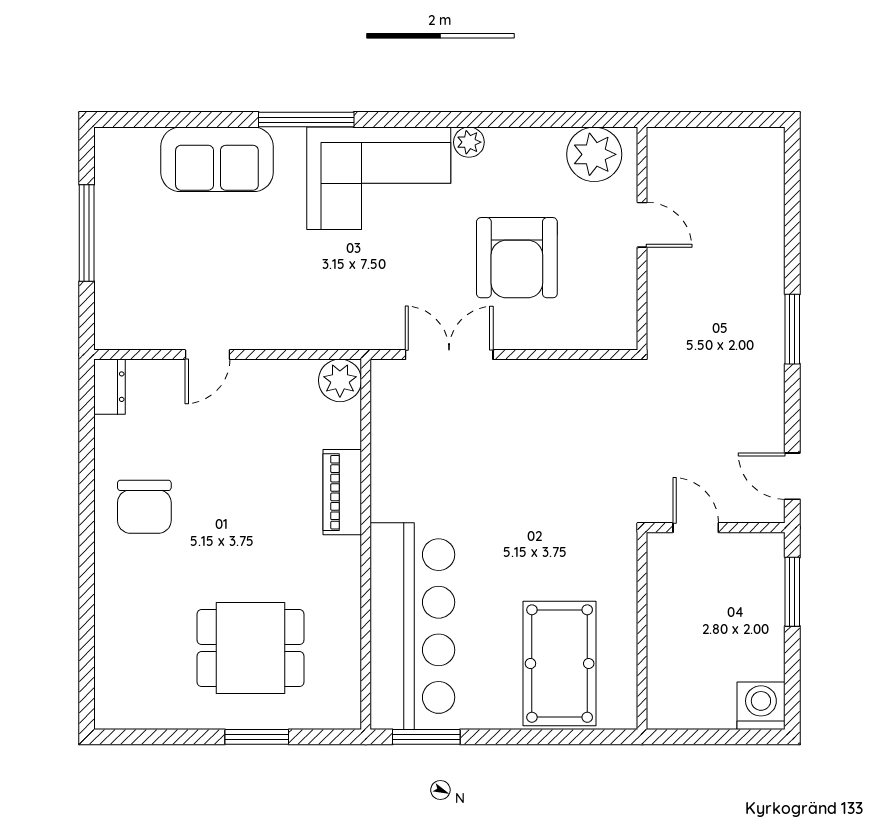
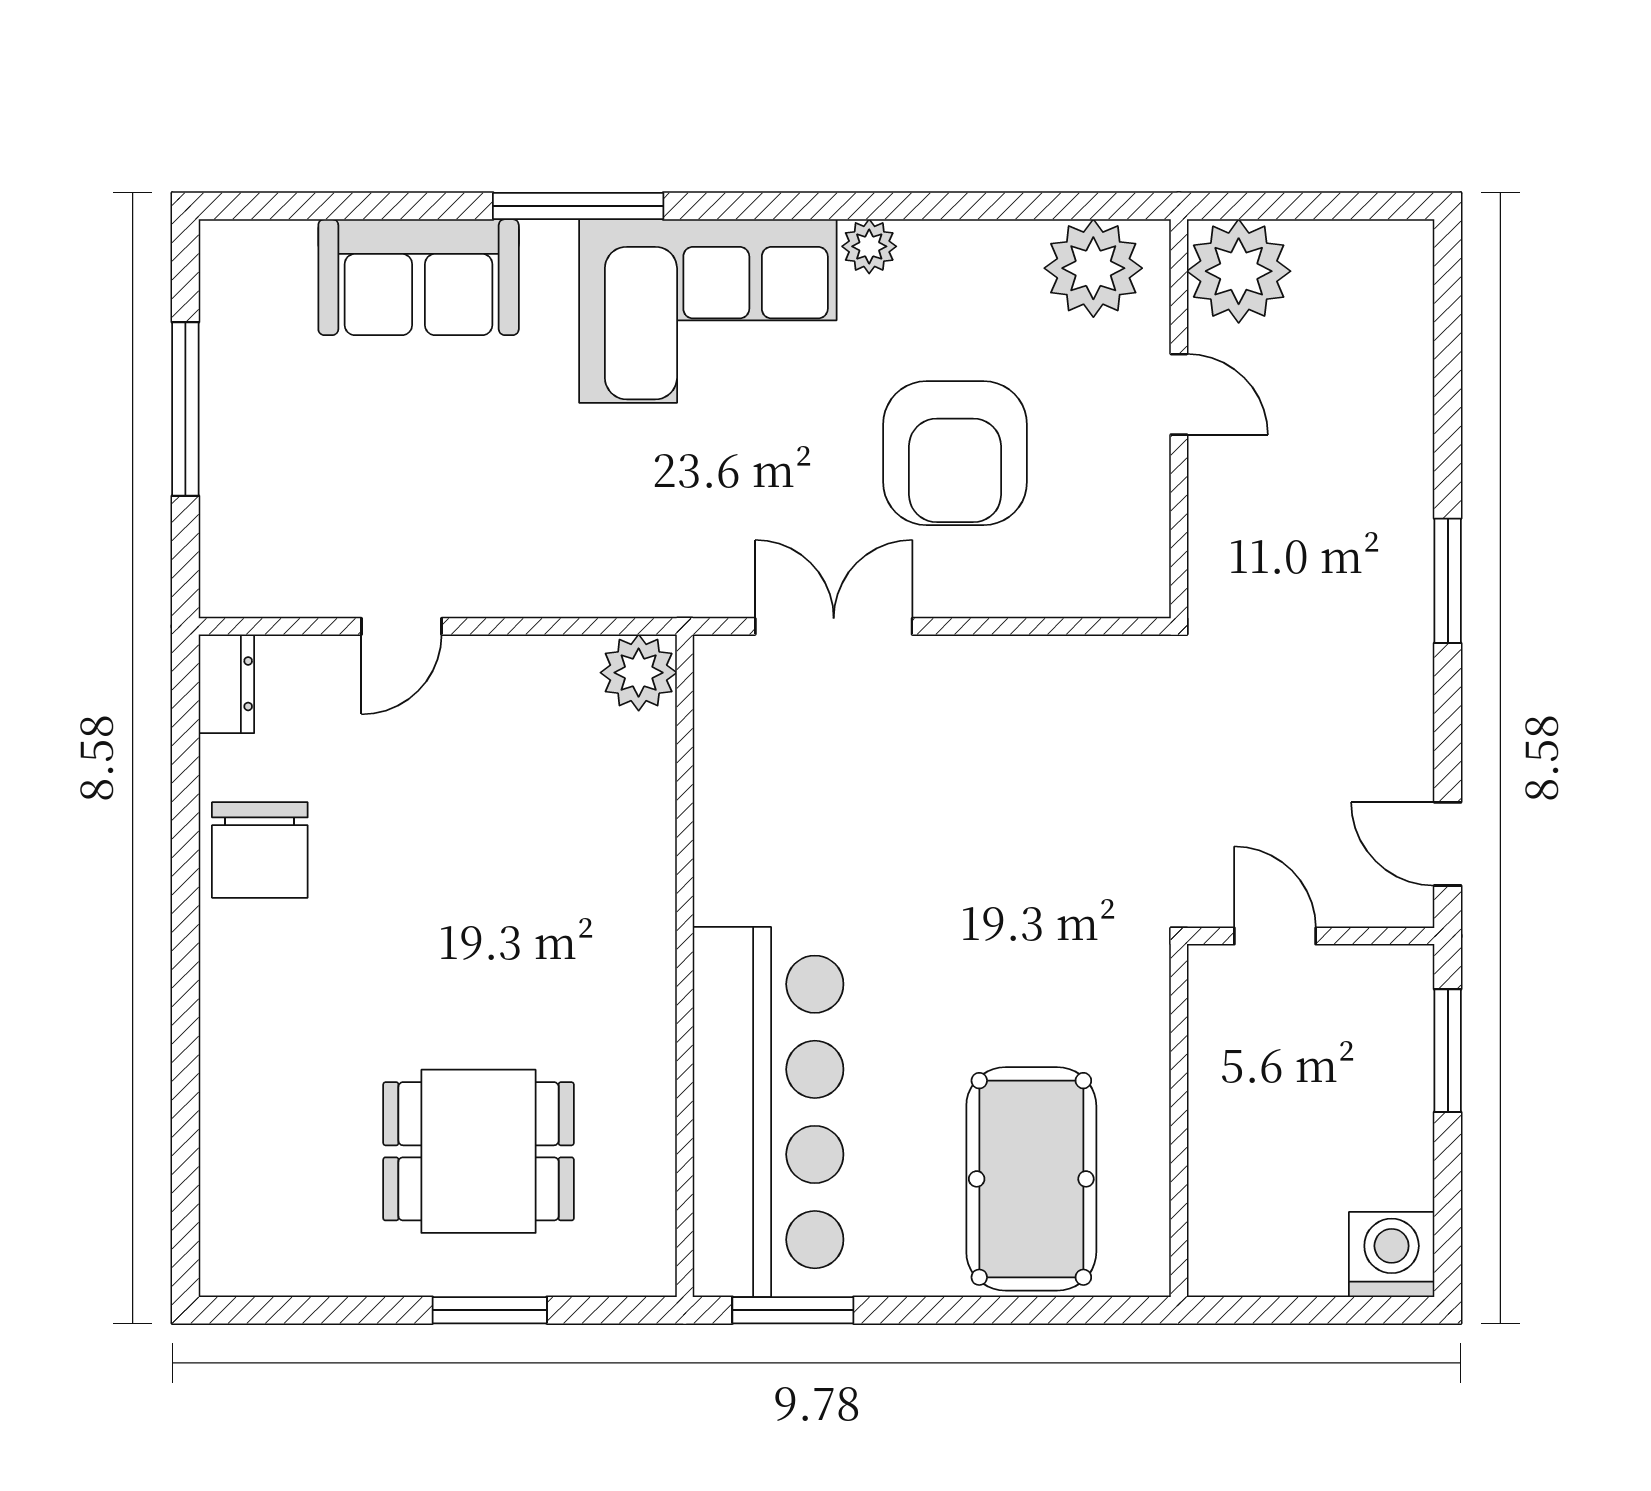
plant: (676, 156) -> (1239, 271), added
piano: (342, 492) -> (643, 873), removed
chair: (144, 507) -> (260, 850), moved

